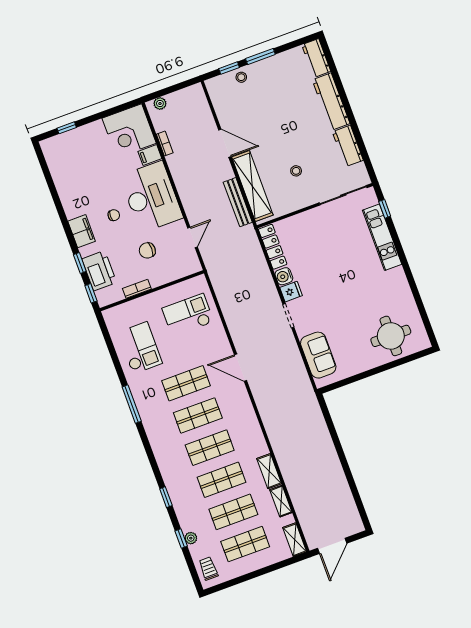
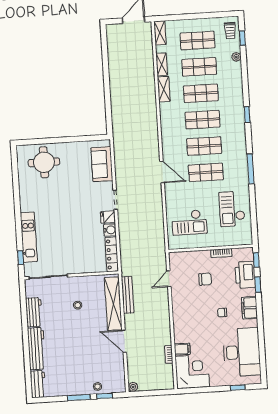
plant: (160, 104) -> (133, 387), moved
desk: (151, 197) -> (242, 352), moved, turned 180
window: (166, 497) -> (247, 115), moved
window: (181, 539) -> (242, 38), moved

